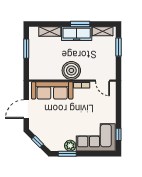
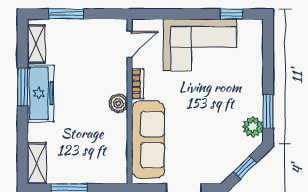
shelving: (50, 32) -> (37, 163), moved
boiler: (71, 70) -> (118, 103), width x0.54, depth x0.54
corner sofa: (96, 137) -> (200, 45), moved, turned -90
plant: (70, 146) -> (253, 127), moved

